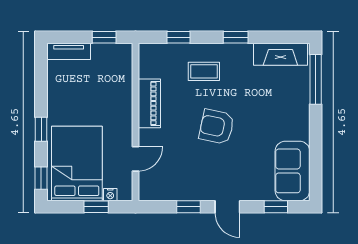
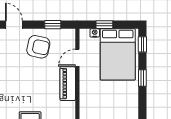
piano: (149, 103) -> (68, 84), moved
armchair: (217, 127) -> (38, 47), moved
window: (188, 207) -> (53, 25), moved

